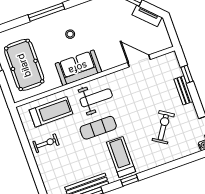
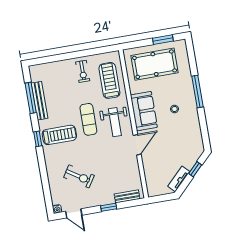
door: (139, 61) -> (137, 145), moved
window: (187, 74) -> (109, 207), moved
bench: (183, 90) -> (127, 196), moved
treadmill: (51, 112) -> (109, 80), turned 180

